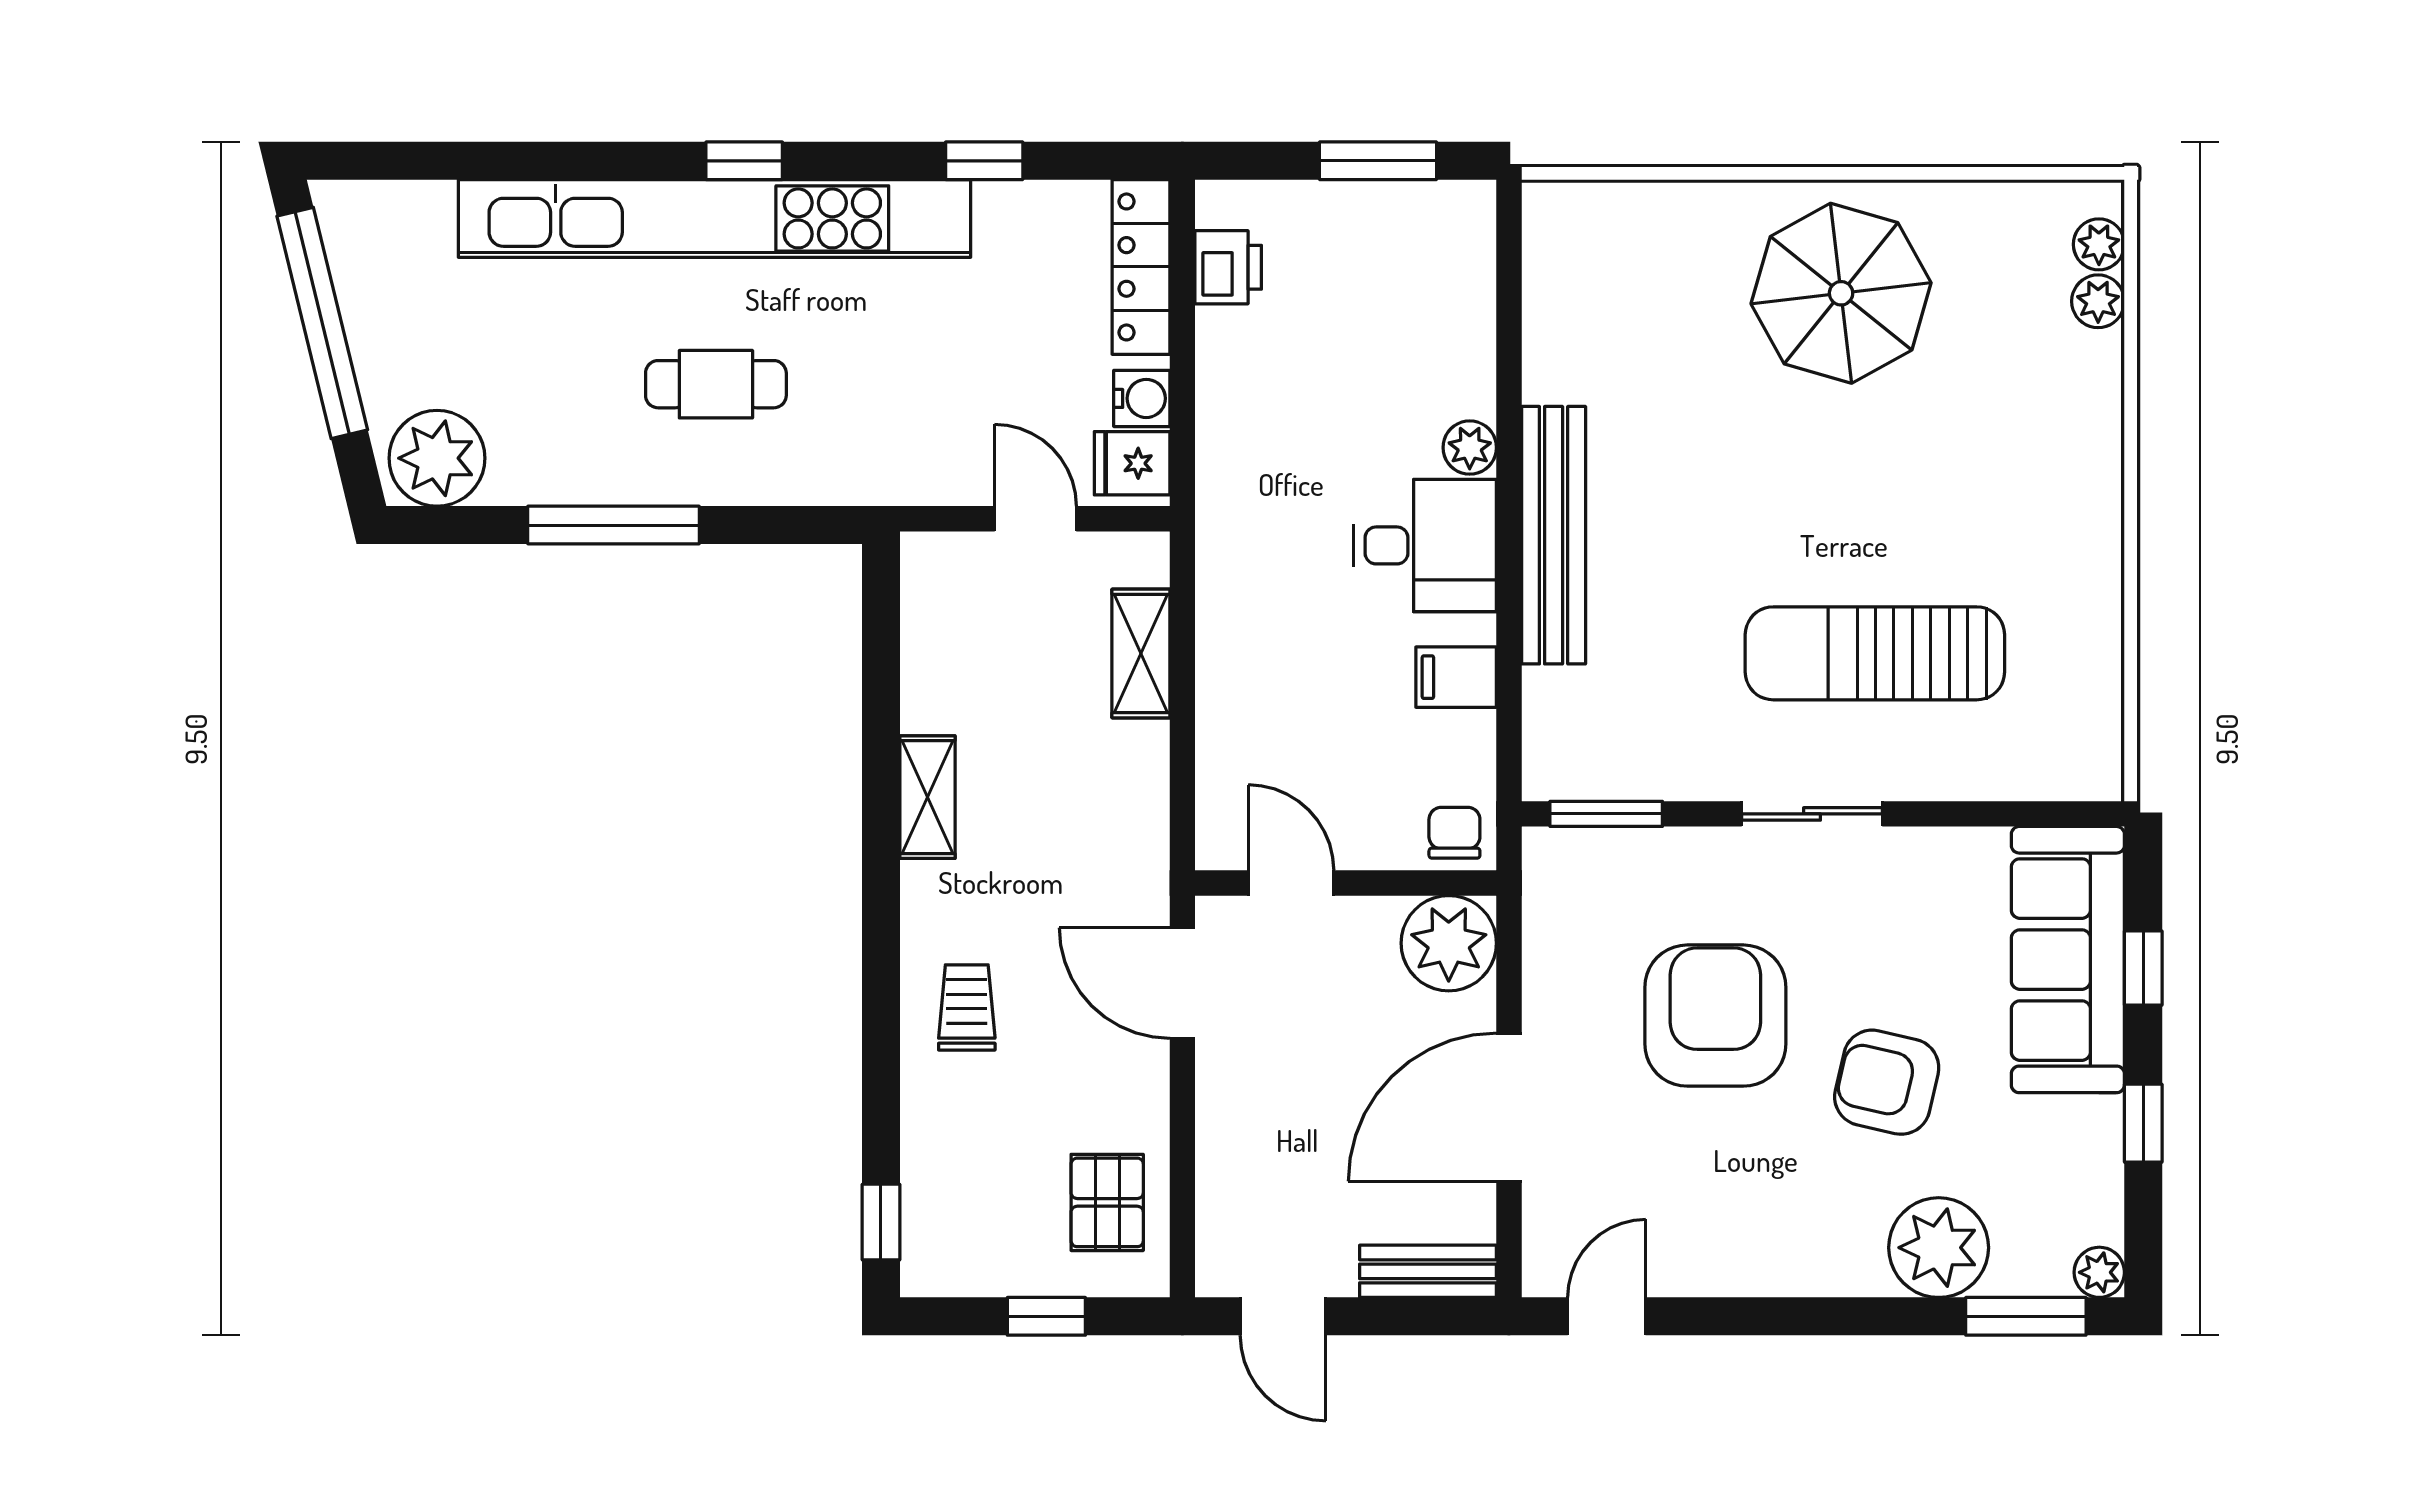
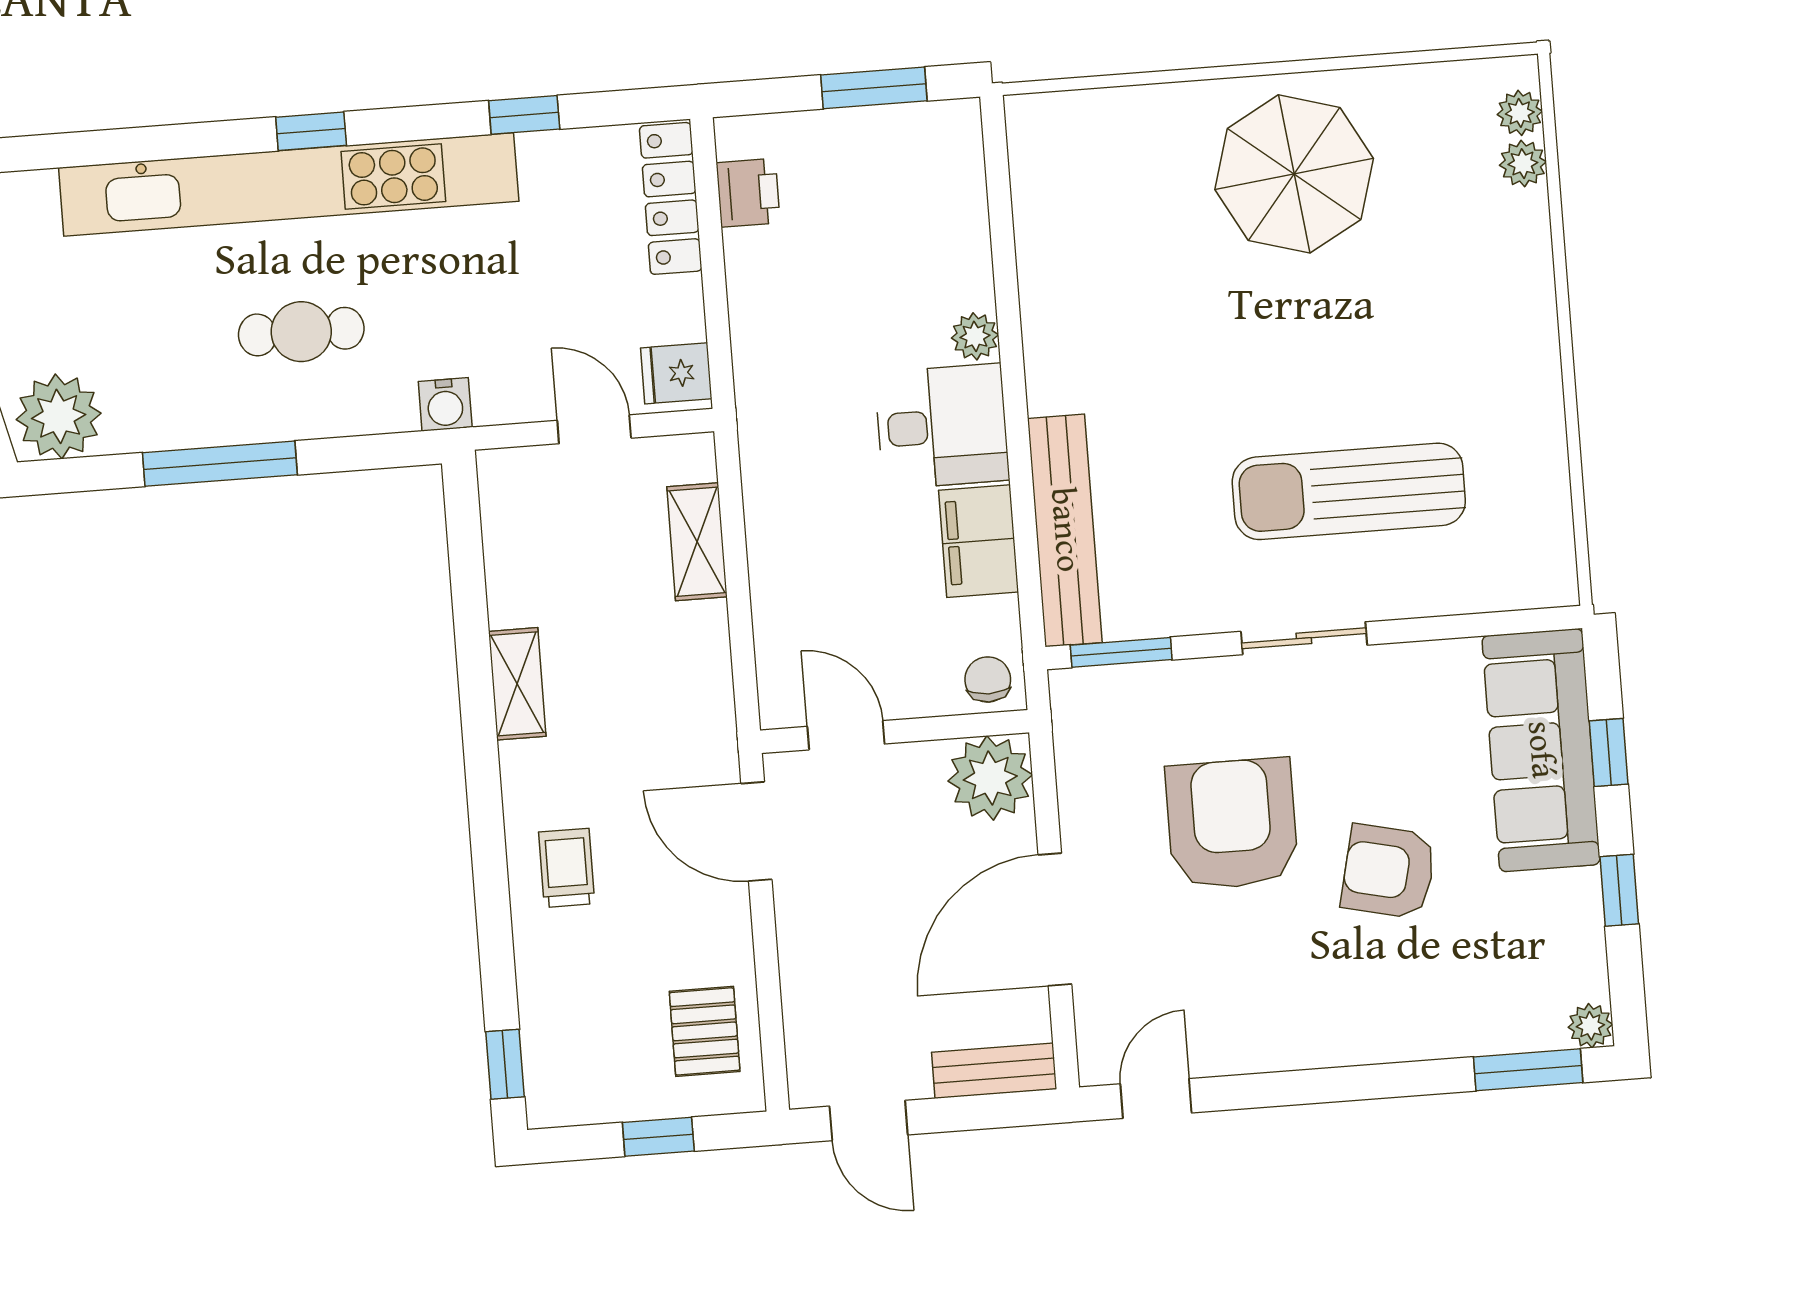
water cooler: (1142, 398) -> (445, 404), moved, turned 90
bench: (1554, 535) -> (1065, 530), moved
filing cabinet: (1456, 677) -> (979, 541), width x2.00
plant: (1939, 1248) -> (1446, 1015), removed

